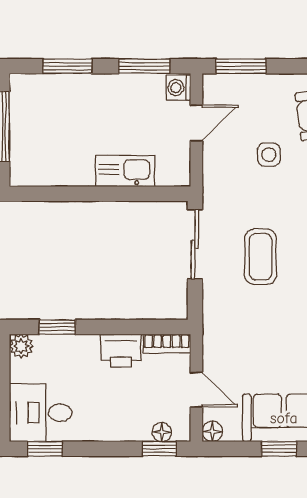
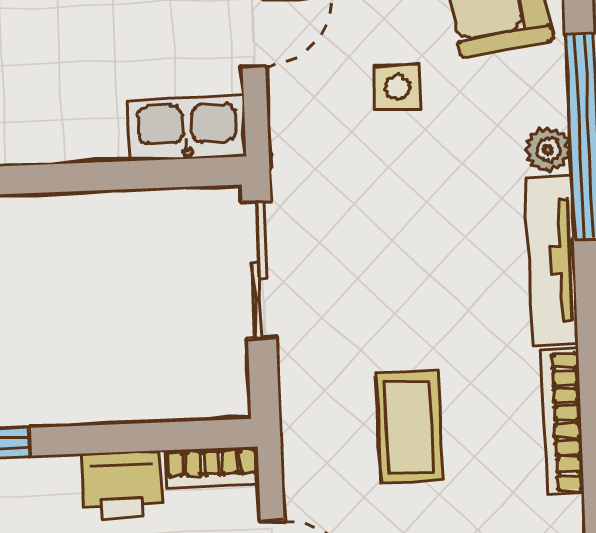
kitchen sink: (125, 171) -> (187, 128), moved
coffee table: (260, 257) -> (409, 427), moved

